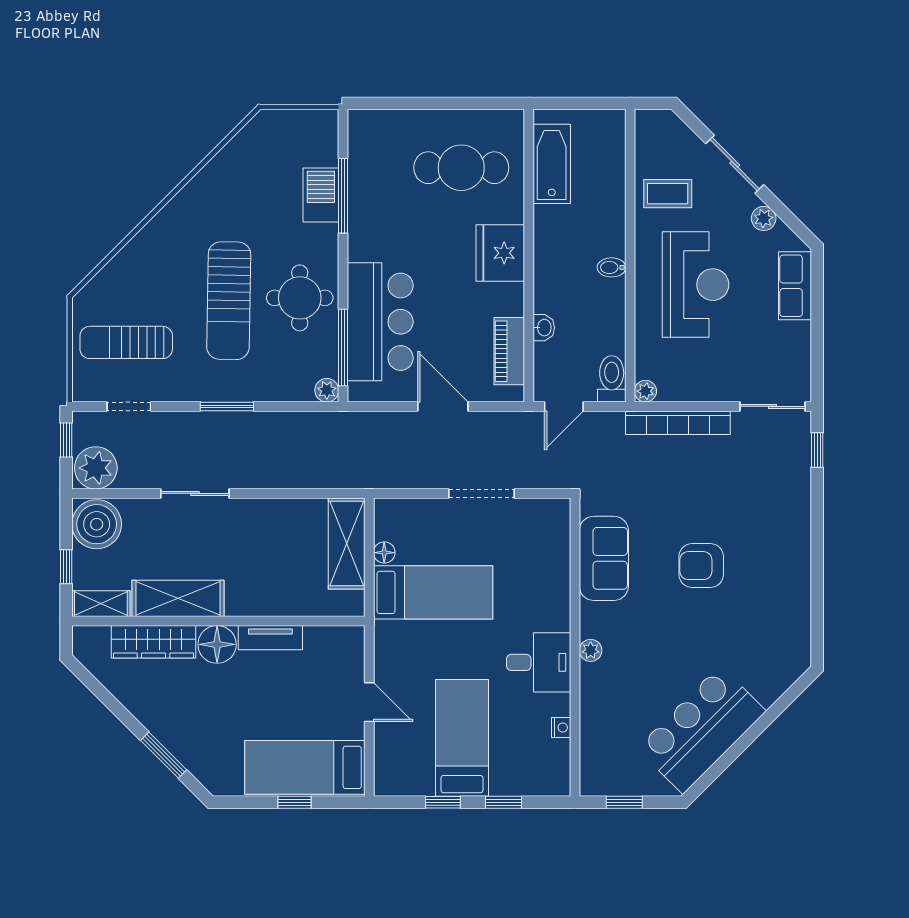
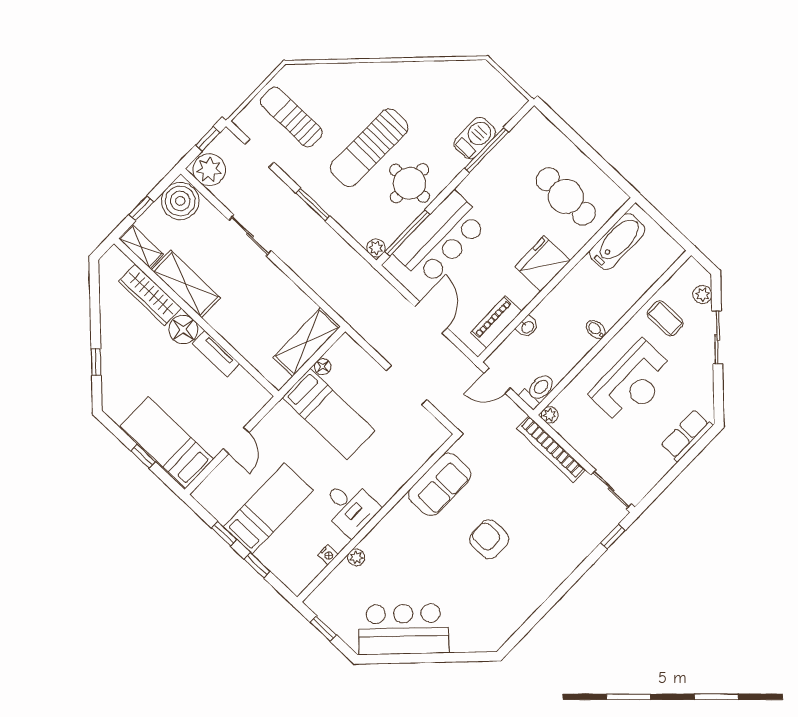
plant: (764, 218) -> (703, 295), moved
plant: (591, 650) -> (356, 557), moved
window: (164, 755) -> (96, 362), width x0.67

